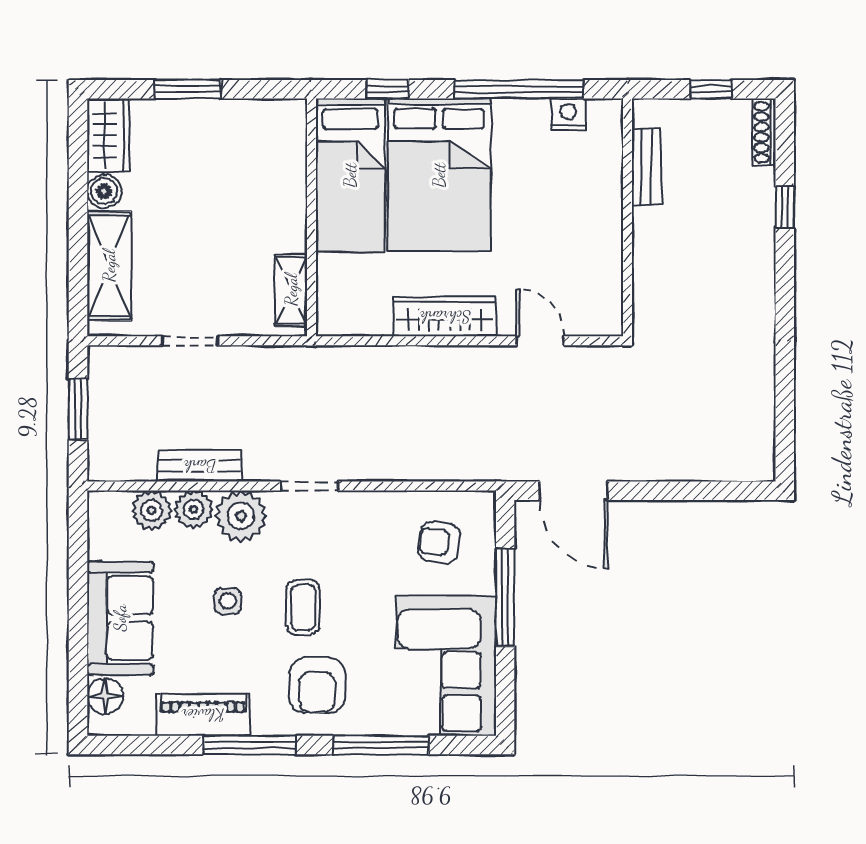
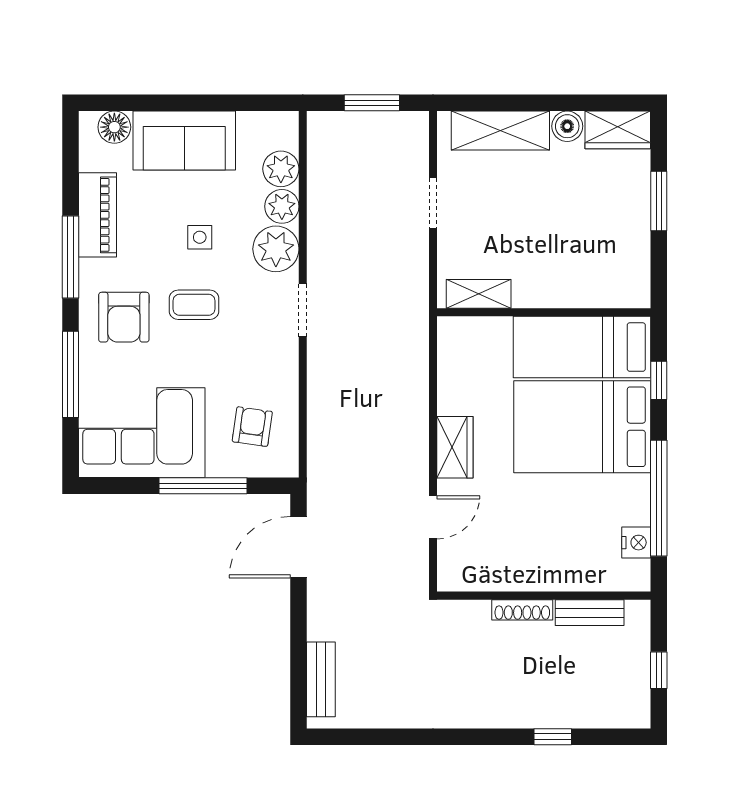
shoe rack: (764, 132) -> (522, 610), moved, turned 180
wardrobe: (445, 317) -> (455, 447), width x0.67
bench: (200, 466) -> (321, 679), moved
armchair: (317, 686) -> (124, 317), turned -90

